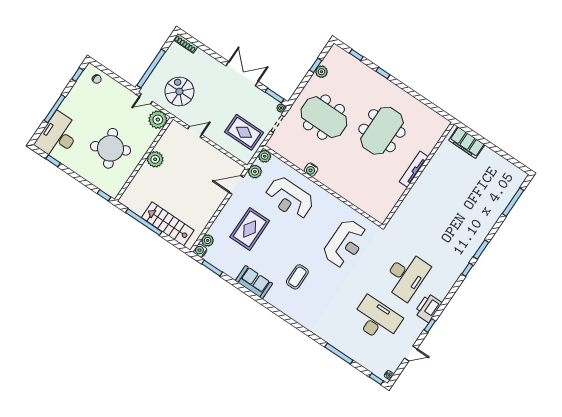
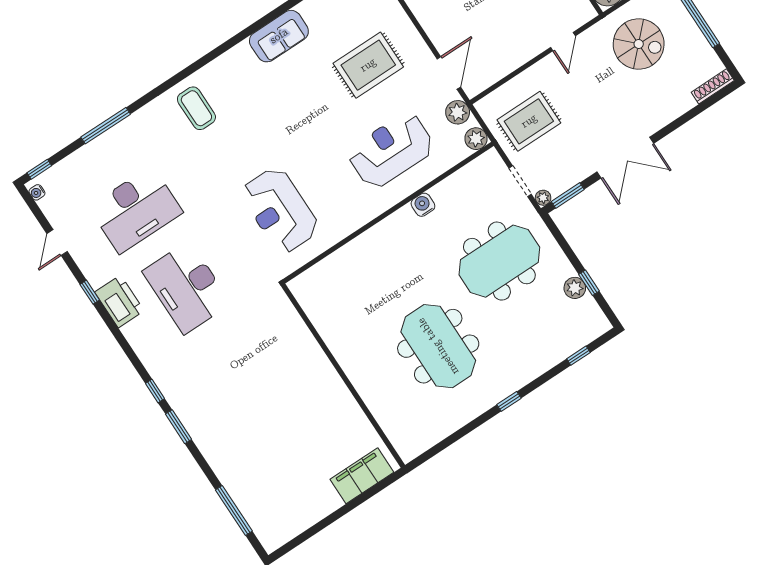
window: (383, 73) -> (509, 401), moved
tv unit: (414, 169) -> (354, 372), removed
rug: (250, 229) -> (368, 65), turned 90
coffee table: (297, 277) -> (196, 108), moved

